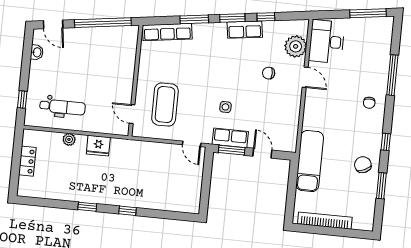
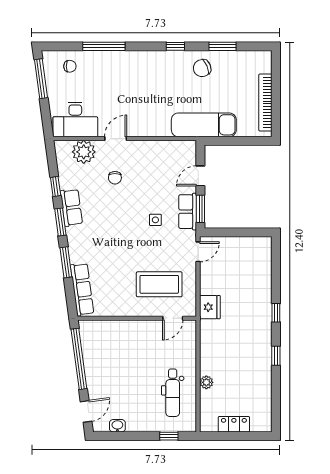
chair: (369, 103) -> (70, 66), moved
dental chair: (62, 107) -> (173, 393), turned 180
fridge: (98, 146) -> (210, 307), moved

